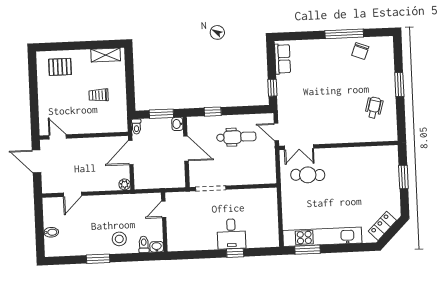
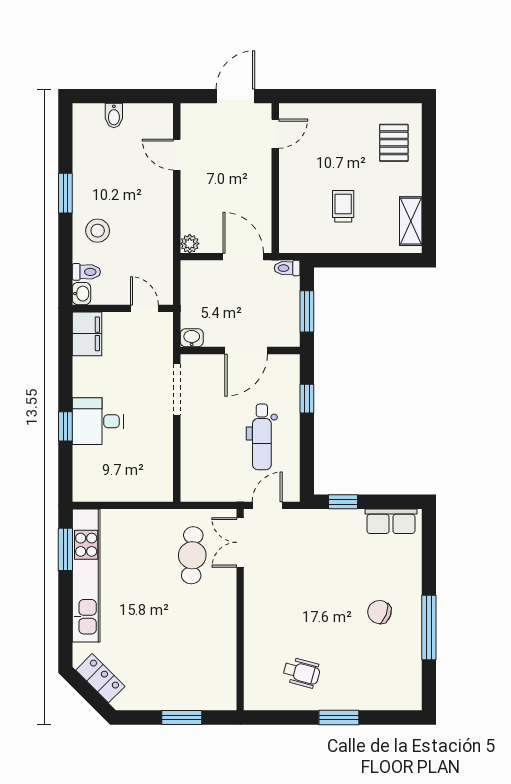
chair: (360, 51) -> (379, 612), moved
washbasin: (177, 124) -> (192, 338), moved
filing cabinet: (180, 242) -> (87, 334), added

